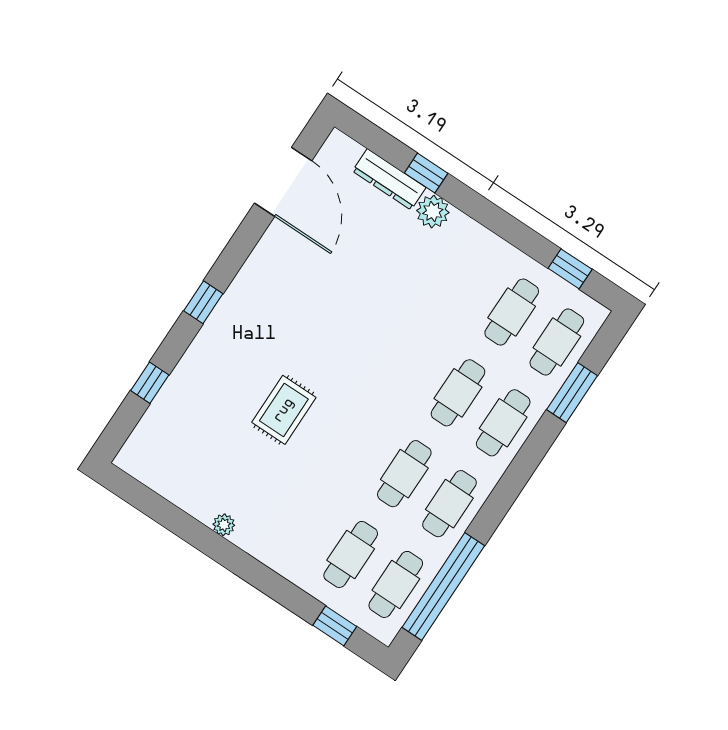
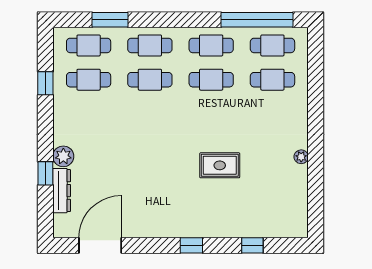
window: (570, 269) -> (45, 83), moved
window: (335, 626) -> (316, 63), removed

